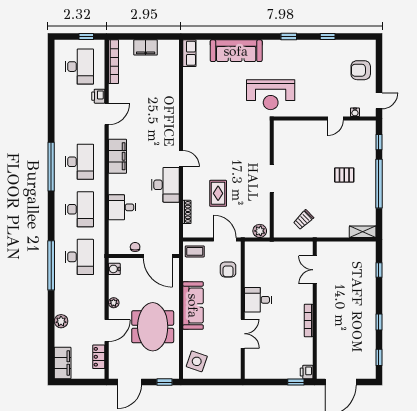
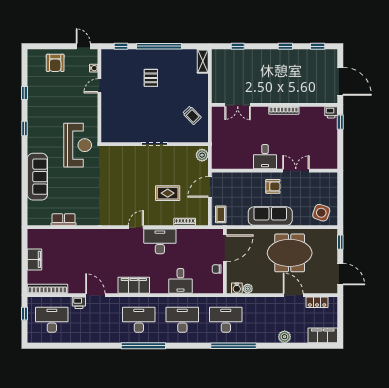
row of seats: (189, 53) -> (64, 219), moved
door: (336, 119) -> (99, 86), swing flipped
armchair: (228, 269) -> (273, 186), moved
plant: (114, 303) -> (248, 289), moved

